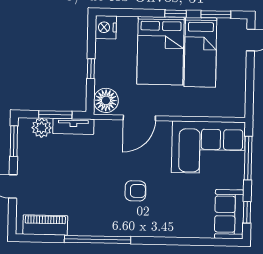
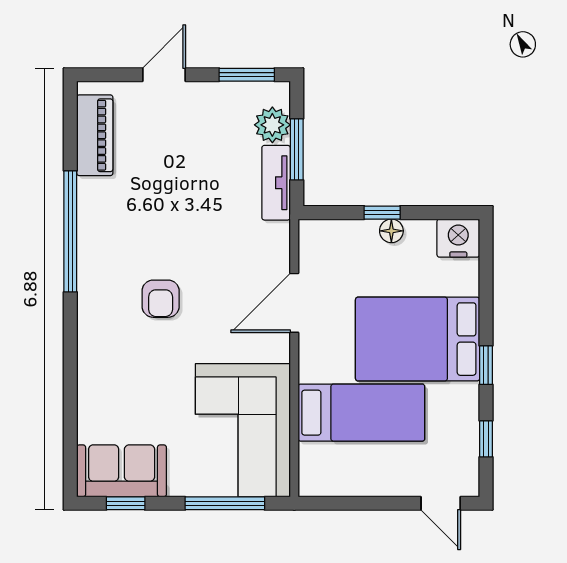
window: (216, 14) -> (486, 439), width x0.67
bed: (200, 52) -> (361, 413), moved, turned 180
floor lamp: (106, 100) -> (391, 231), moved, width x0.53, depth x0.53
door: (139, 118) -> (294, 303), hinge flipped

